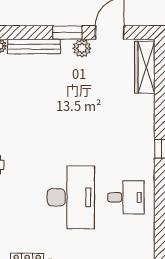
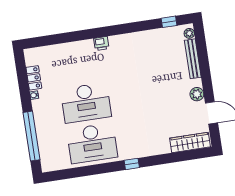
window: (67, 33) -> (207, 82), removed
desk: (126, 197) -> (92, 143), width x1.87, depth x1.30

